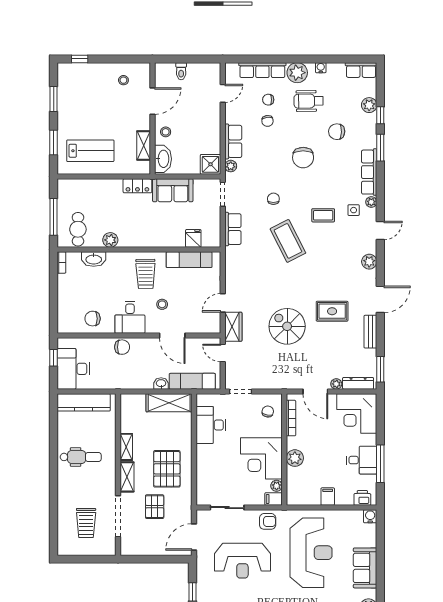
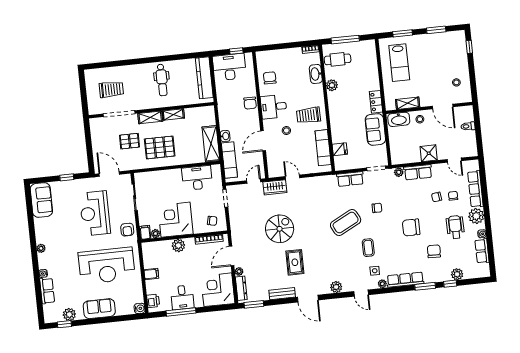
row of seats: (361, 70) -> (482, 251), moved
shower: (210, 164) -> (429, 153), moved
trolley: (86, 523) -> (111, 89), turned 180

